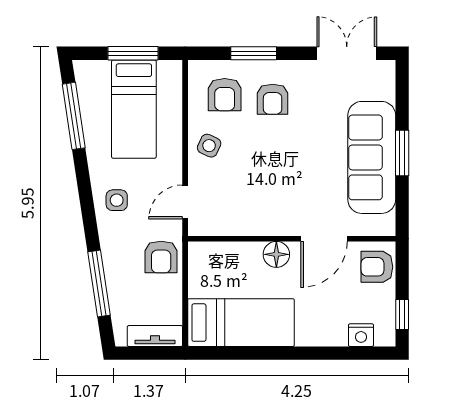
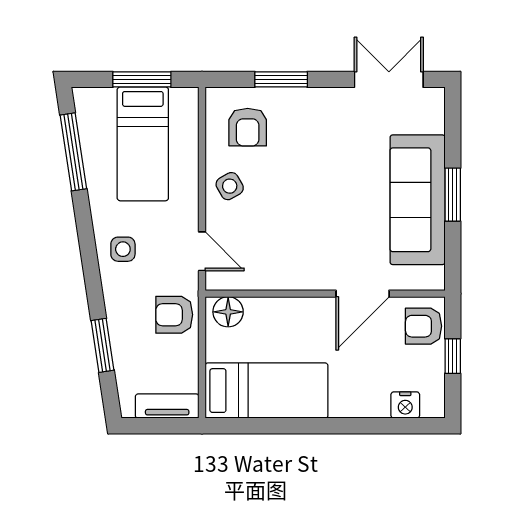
armchair: (273, 99) -> (303, 132), removed
side table: (209, 146) -> (230, 186), turned 35
door: (185, 202) -> (202, 251), swing flipped
floor lamp: (276, 254) -> (228, 312), moved
armchair: (161, 257) -> (174, 315), turned 90
window: (99, 283) -> (103, 345), width x0.69
window: (402, 314) -> (453, 356), moved

